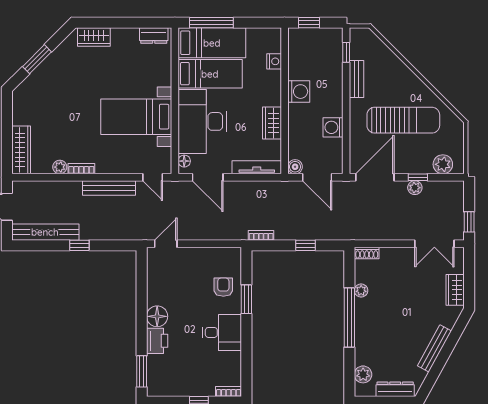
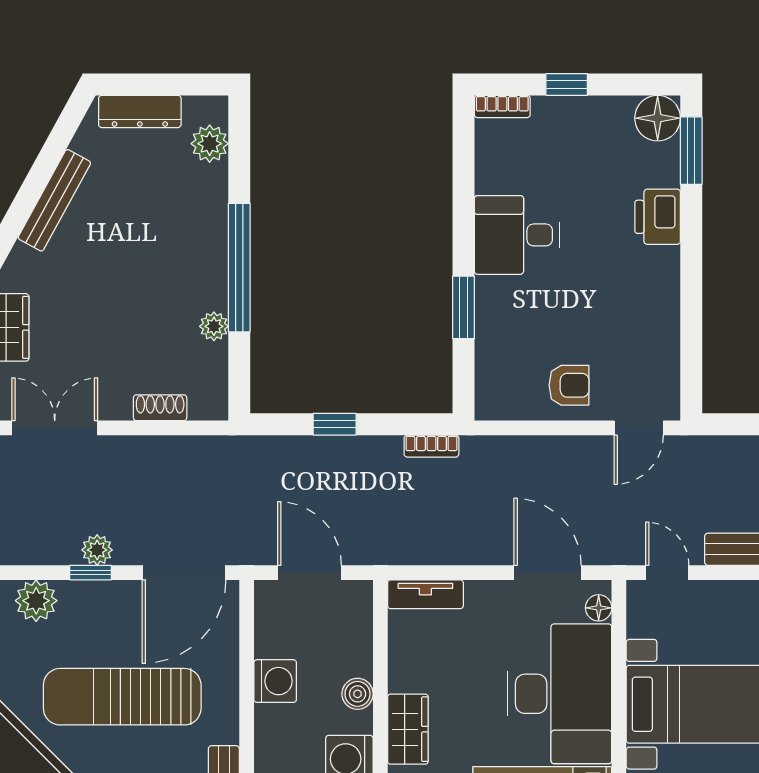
wardrobe: (272, 123) -> (408, 729), moved
tv unit: (257, 167) -> (425, 594), width x0.71
boiler: (295, 167) -> (358, 694), moved
shoe rack: (367, 253) -> (160, 408), moved
armchair: (223, 287) -> (569, 385), moved, turned -90
floor lamp: (157, 316) -> (658, 118), moved

